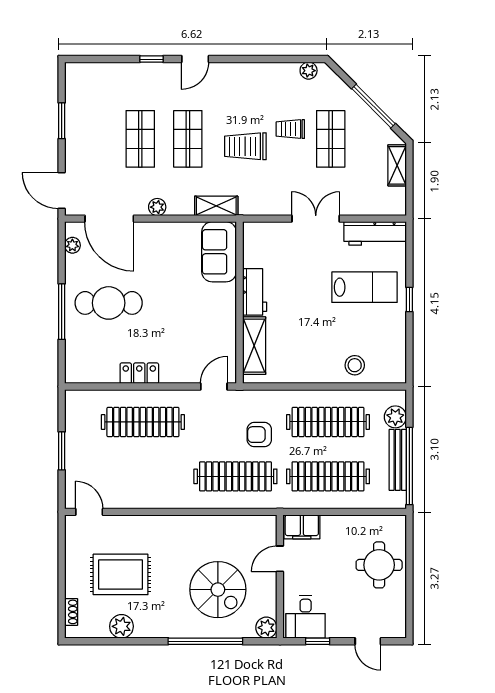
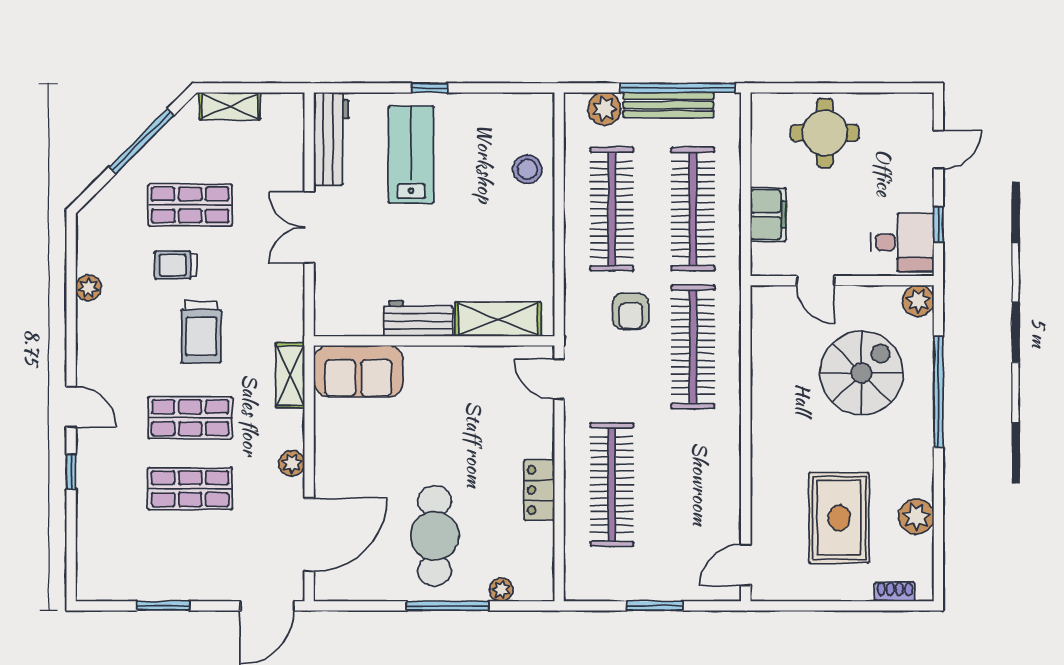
plant: (309, 71) -> (88, 288), moved
trolley: (290, 129) -> (176, 265), turned 90
plant: (72, 245) -> (501, 590), moved
filing cabinet: (302, 527) -> (768, 215), moved

